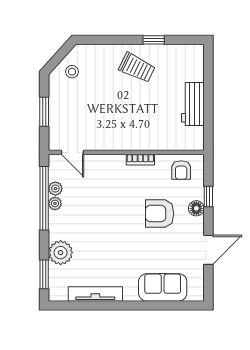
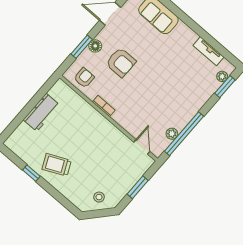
trolley: (137, 68) -> (57, 165), turned -51
window: (208, 197) -> (82, 47), width x1.50
plant: (55, 203) -> (180, 125), removed
plant: (61, 253) -> (222, 76), moved, width x0.53, depth x0.53
tv unit: (95, 294) -> (209, 51), width x0.71

